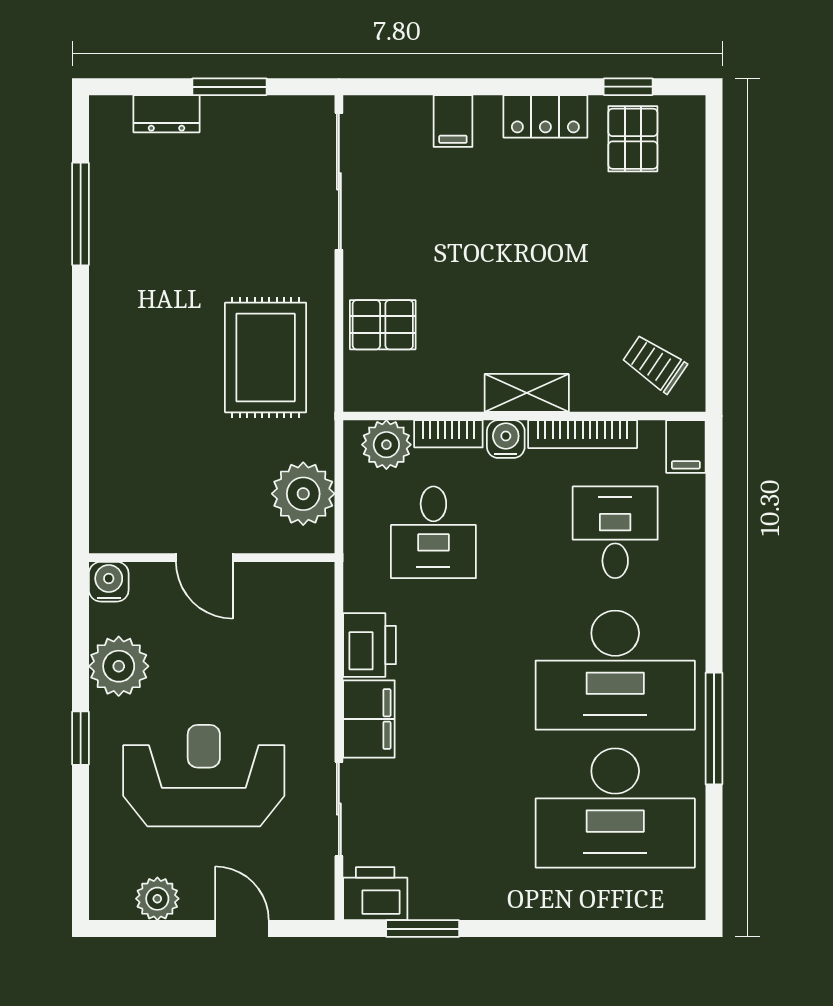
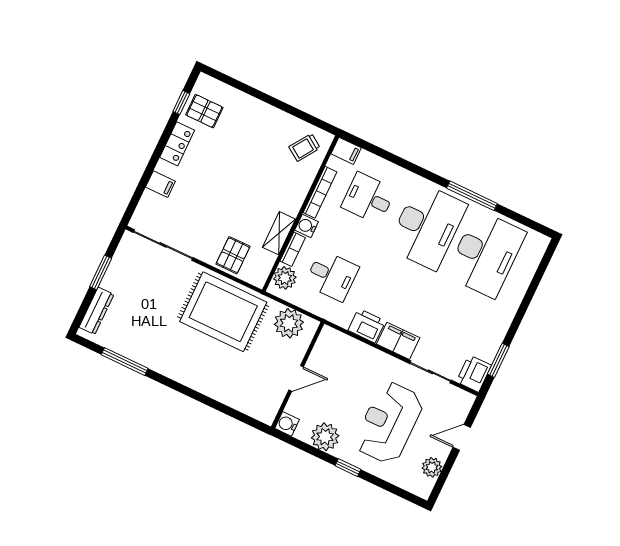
dresser: (167, 114) -> (96, 311), width x1.44
rug: (266, 357) -> (223, 312), width x1.37, depth x1.44
shelving: (527, 393) -> (279, 233), moved

